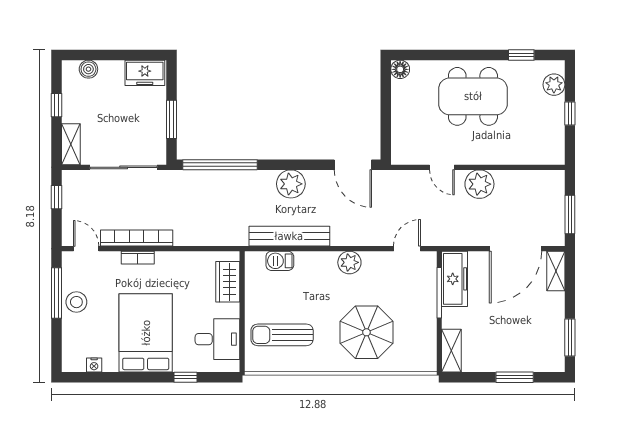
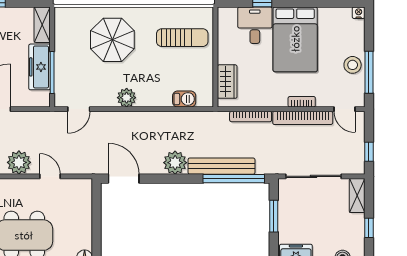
bench: (289, 236) -> (221, 166), moved
bookcase: (200, 240) -> (251, 116), added
freezer: (455, 279) -> (39, 67), moved
desk: (217, 339) -> (255, 25), moved, turned 90
nightstand: (94, 365) -> (359, 13), moved

